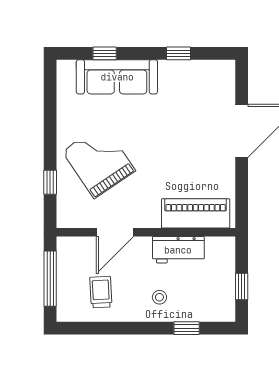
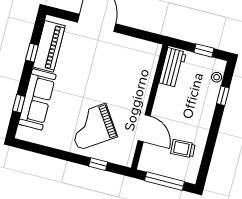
piano: (196, 213) -> (49, 46), moved, turned 180
workbench: (178, 250) -> (173, 68), moved
stool: (159, 297) -> (217, 77), moved

